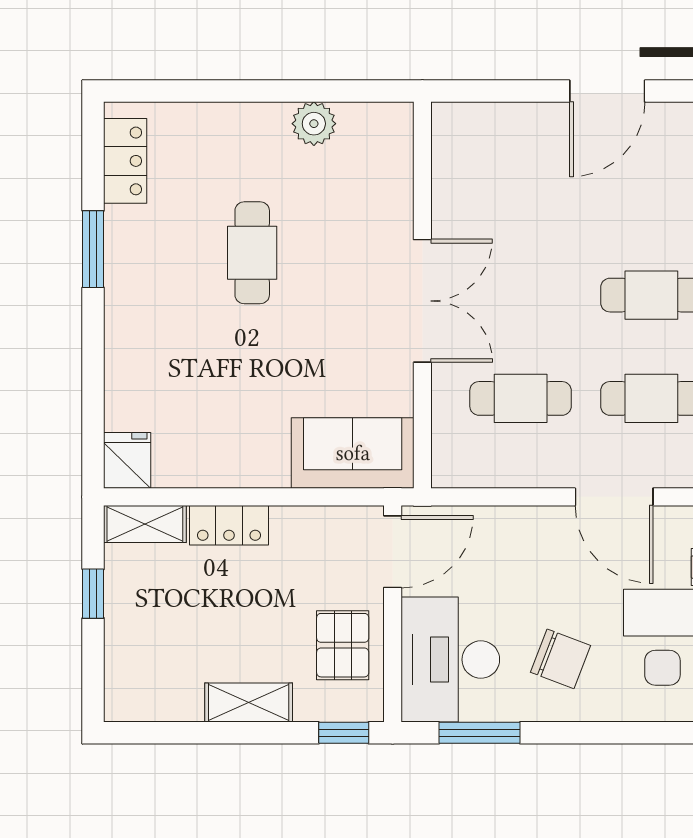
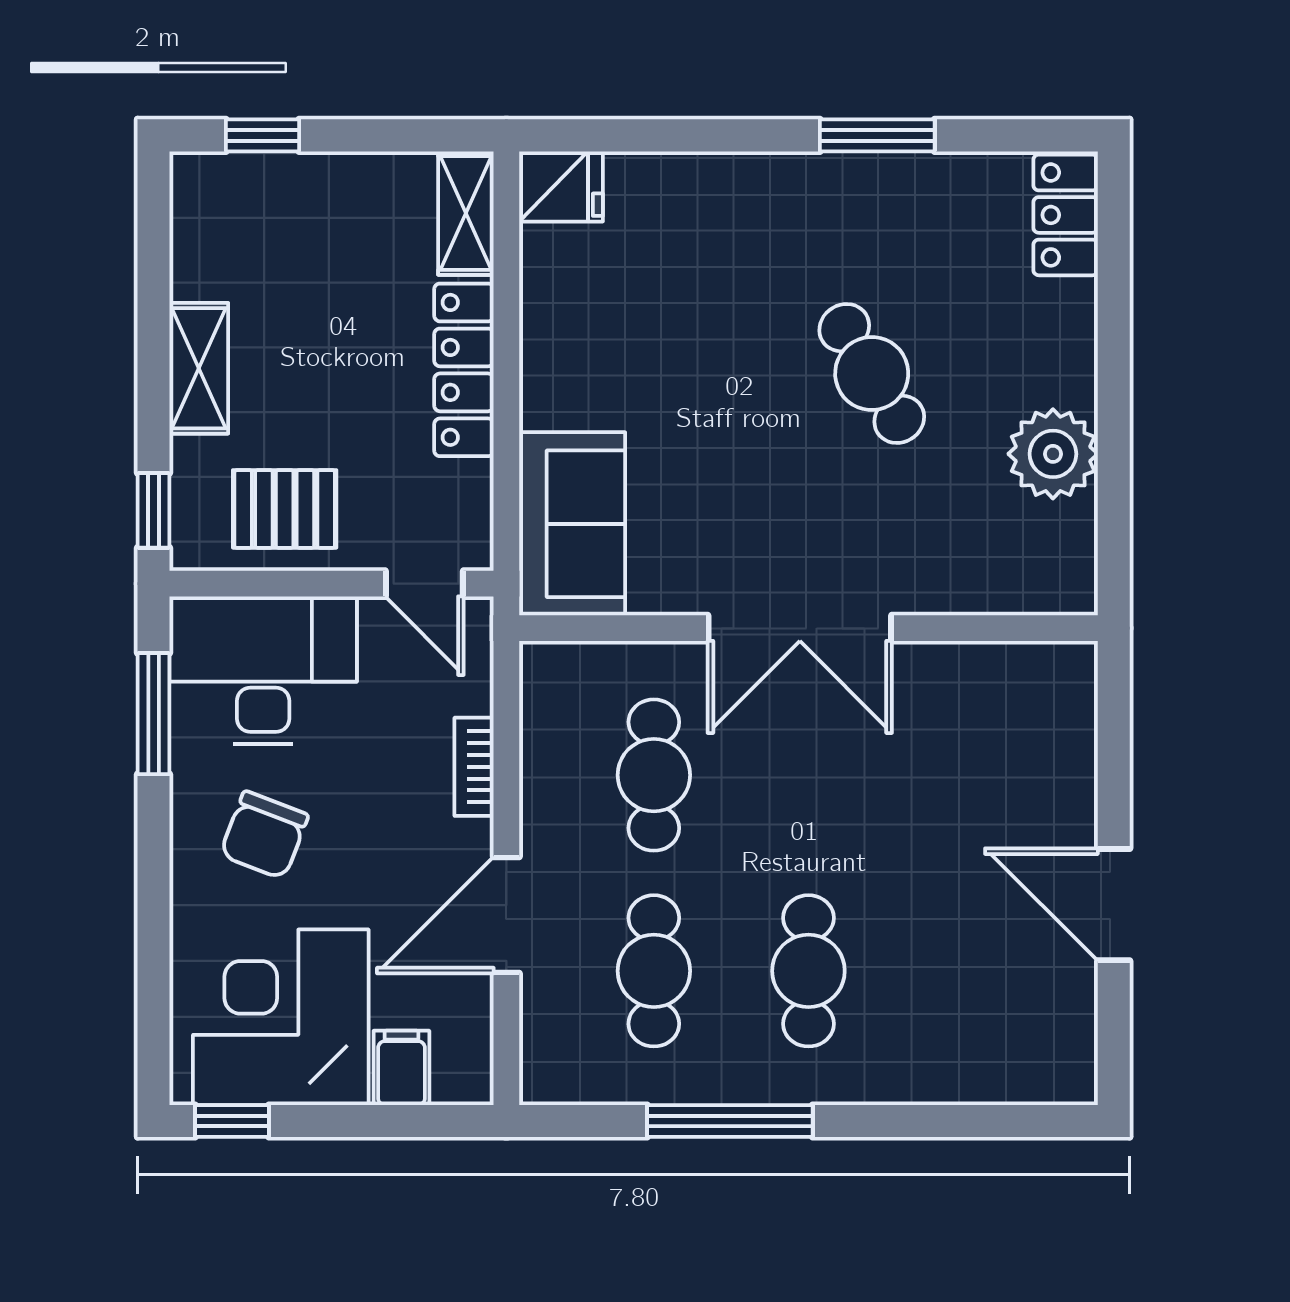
plant: (314, 124) -> (1053, 454), width x1.36, depth x1.36
locker: (125, 161) -> (1066, 215), moved, turned 90
cafe table: (252, 253) -> (872, 373), turned 59
bookcase: (515, 519) -> (474, 767), added
locker: (229, 525) -> (464, 370), width x1.53
door: (393, 552) -> (424, 584), width x0.73
window: (93, 594) -> (262, 135), moved

